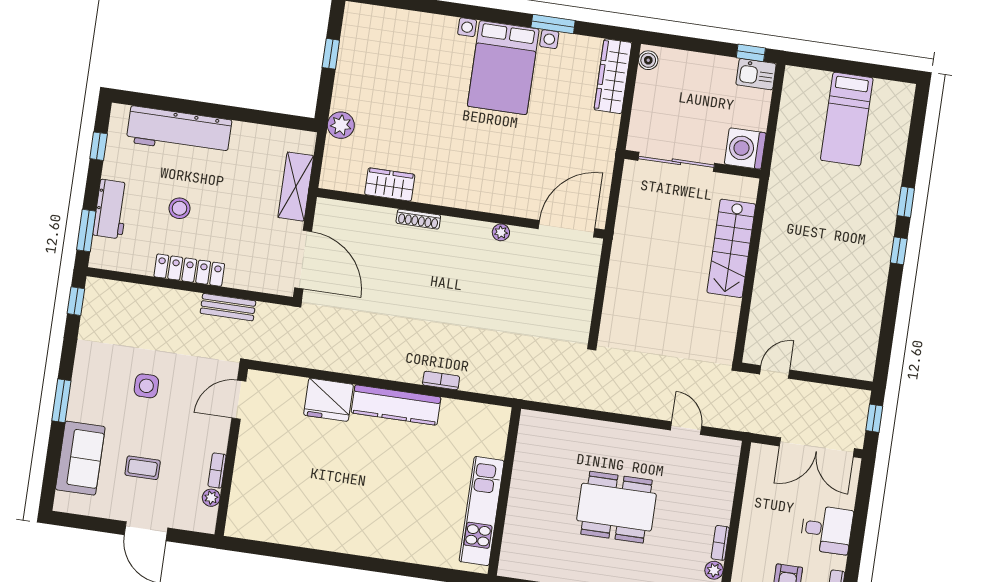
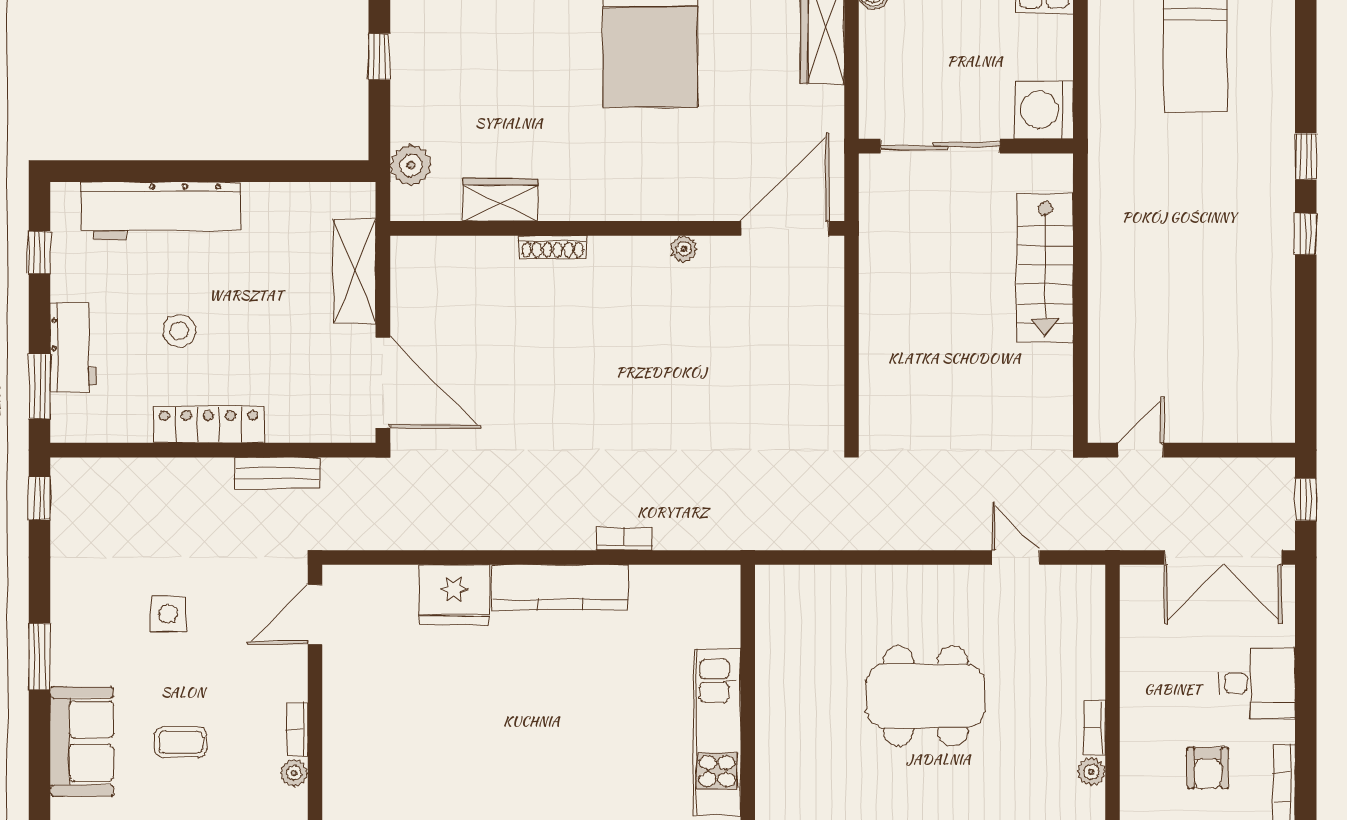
wardrobe: (390, 184) -> (500, 200), moved
wall: (461, 213) -> (617, 228), moved
shoe rack: (418, 219) -> (553, 247), moved
door: (567, 229) -> (785, 228), moved
plant: (501, 232) -> (684, 249), moved

